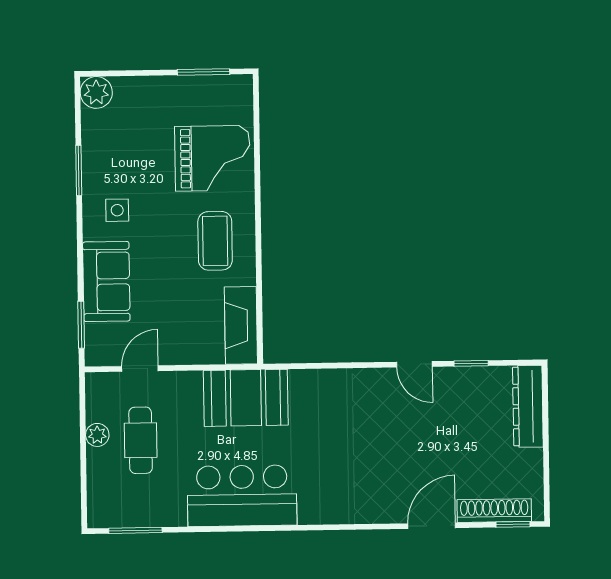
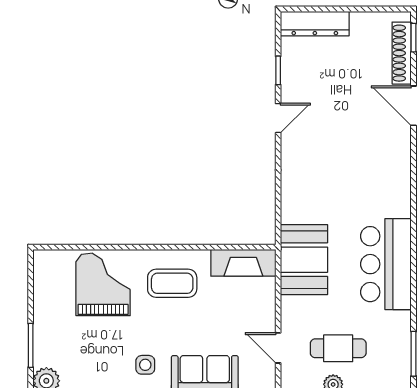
window: (203, 72) -> (31, 345), moved

